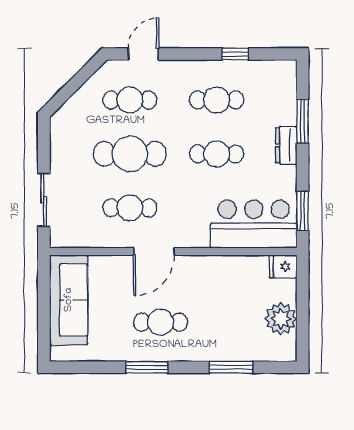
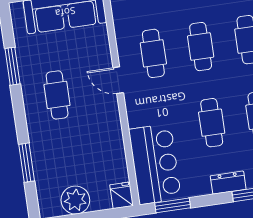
cafe table: (130, 154) -> (201, 47), width x0.73, depth x0.74
door: (154, 251) -> (118, 80), width x0.73
window: (147, 367) -> (12, 66), moved

